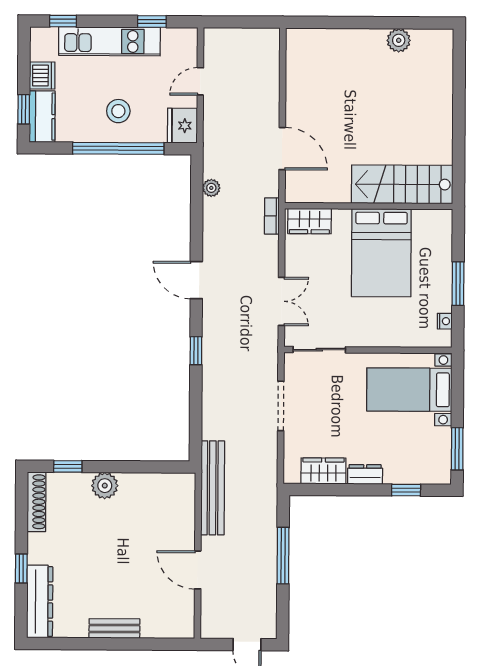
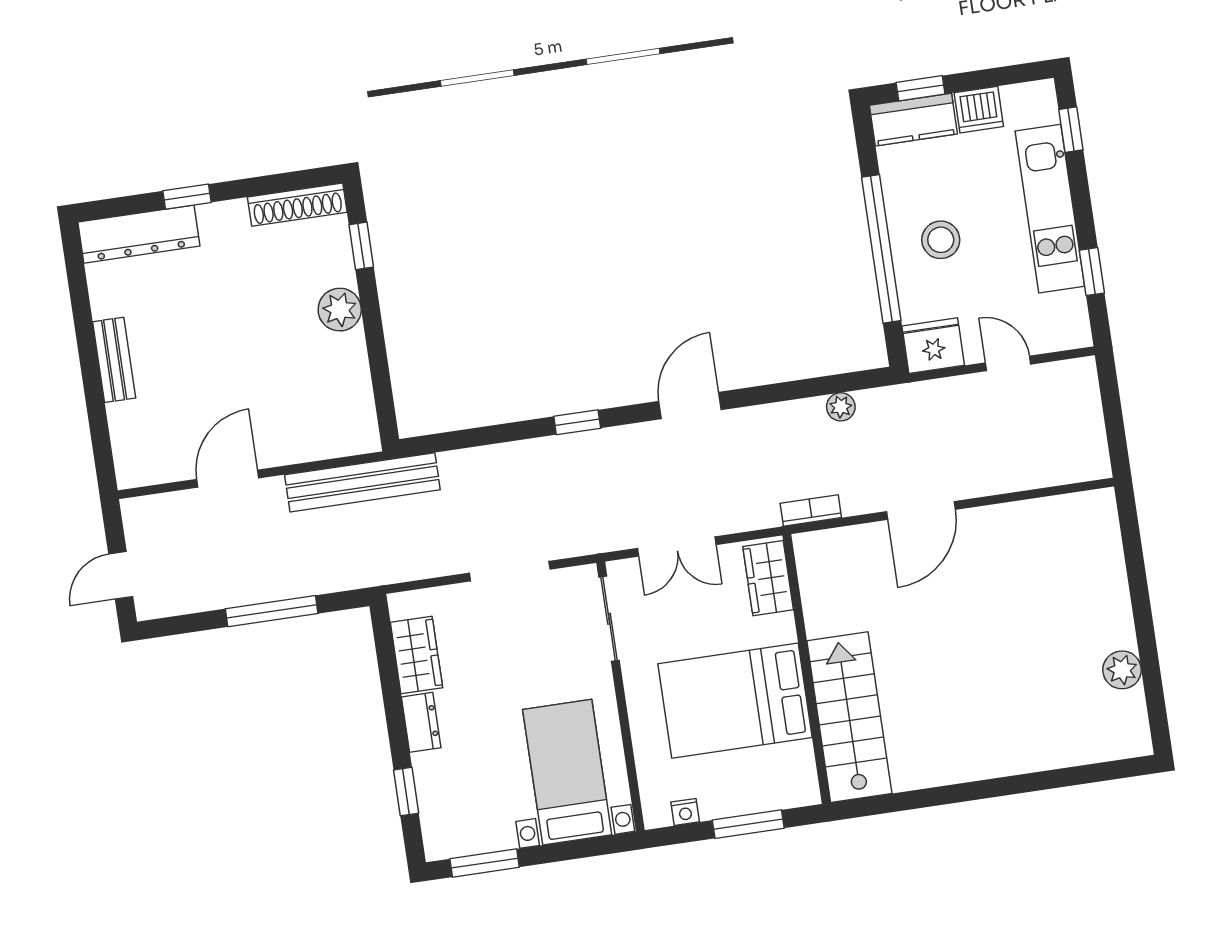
stairs: (402, 184) -> (849, 717), moved
wall: (369, 206) -> (807, 669), moved
wardrobe: (309, 221) -> (768, 578), moved
bed: (381, 253) -> (735, 701), moved

